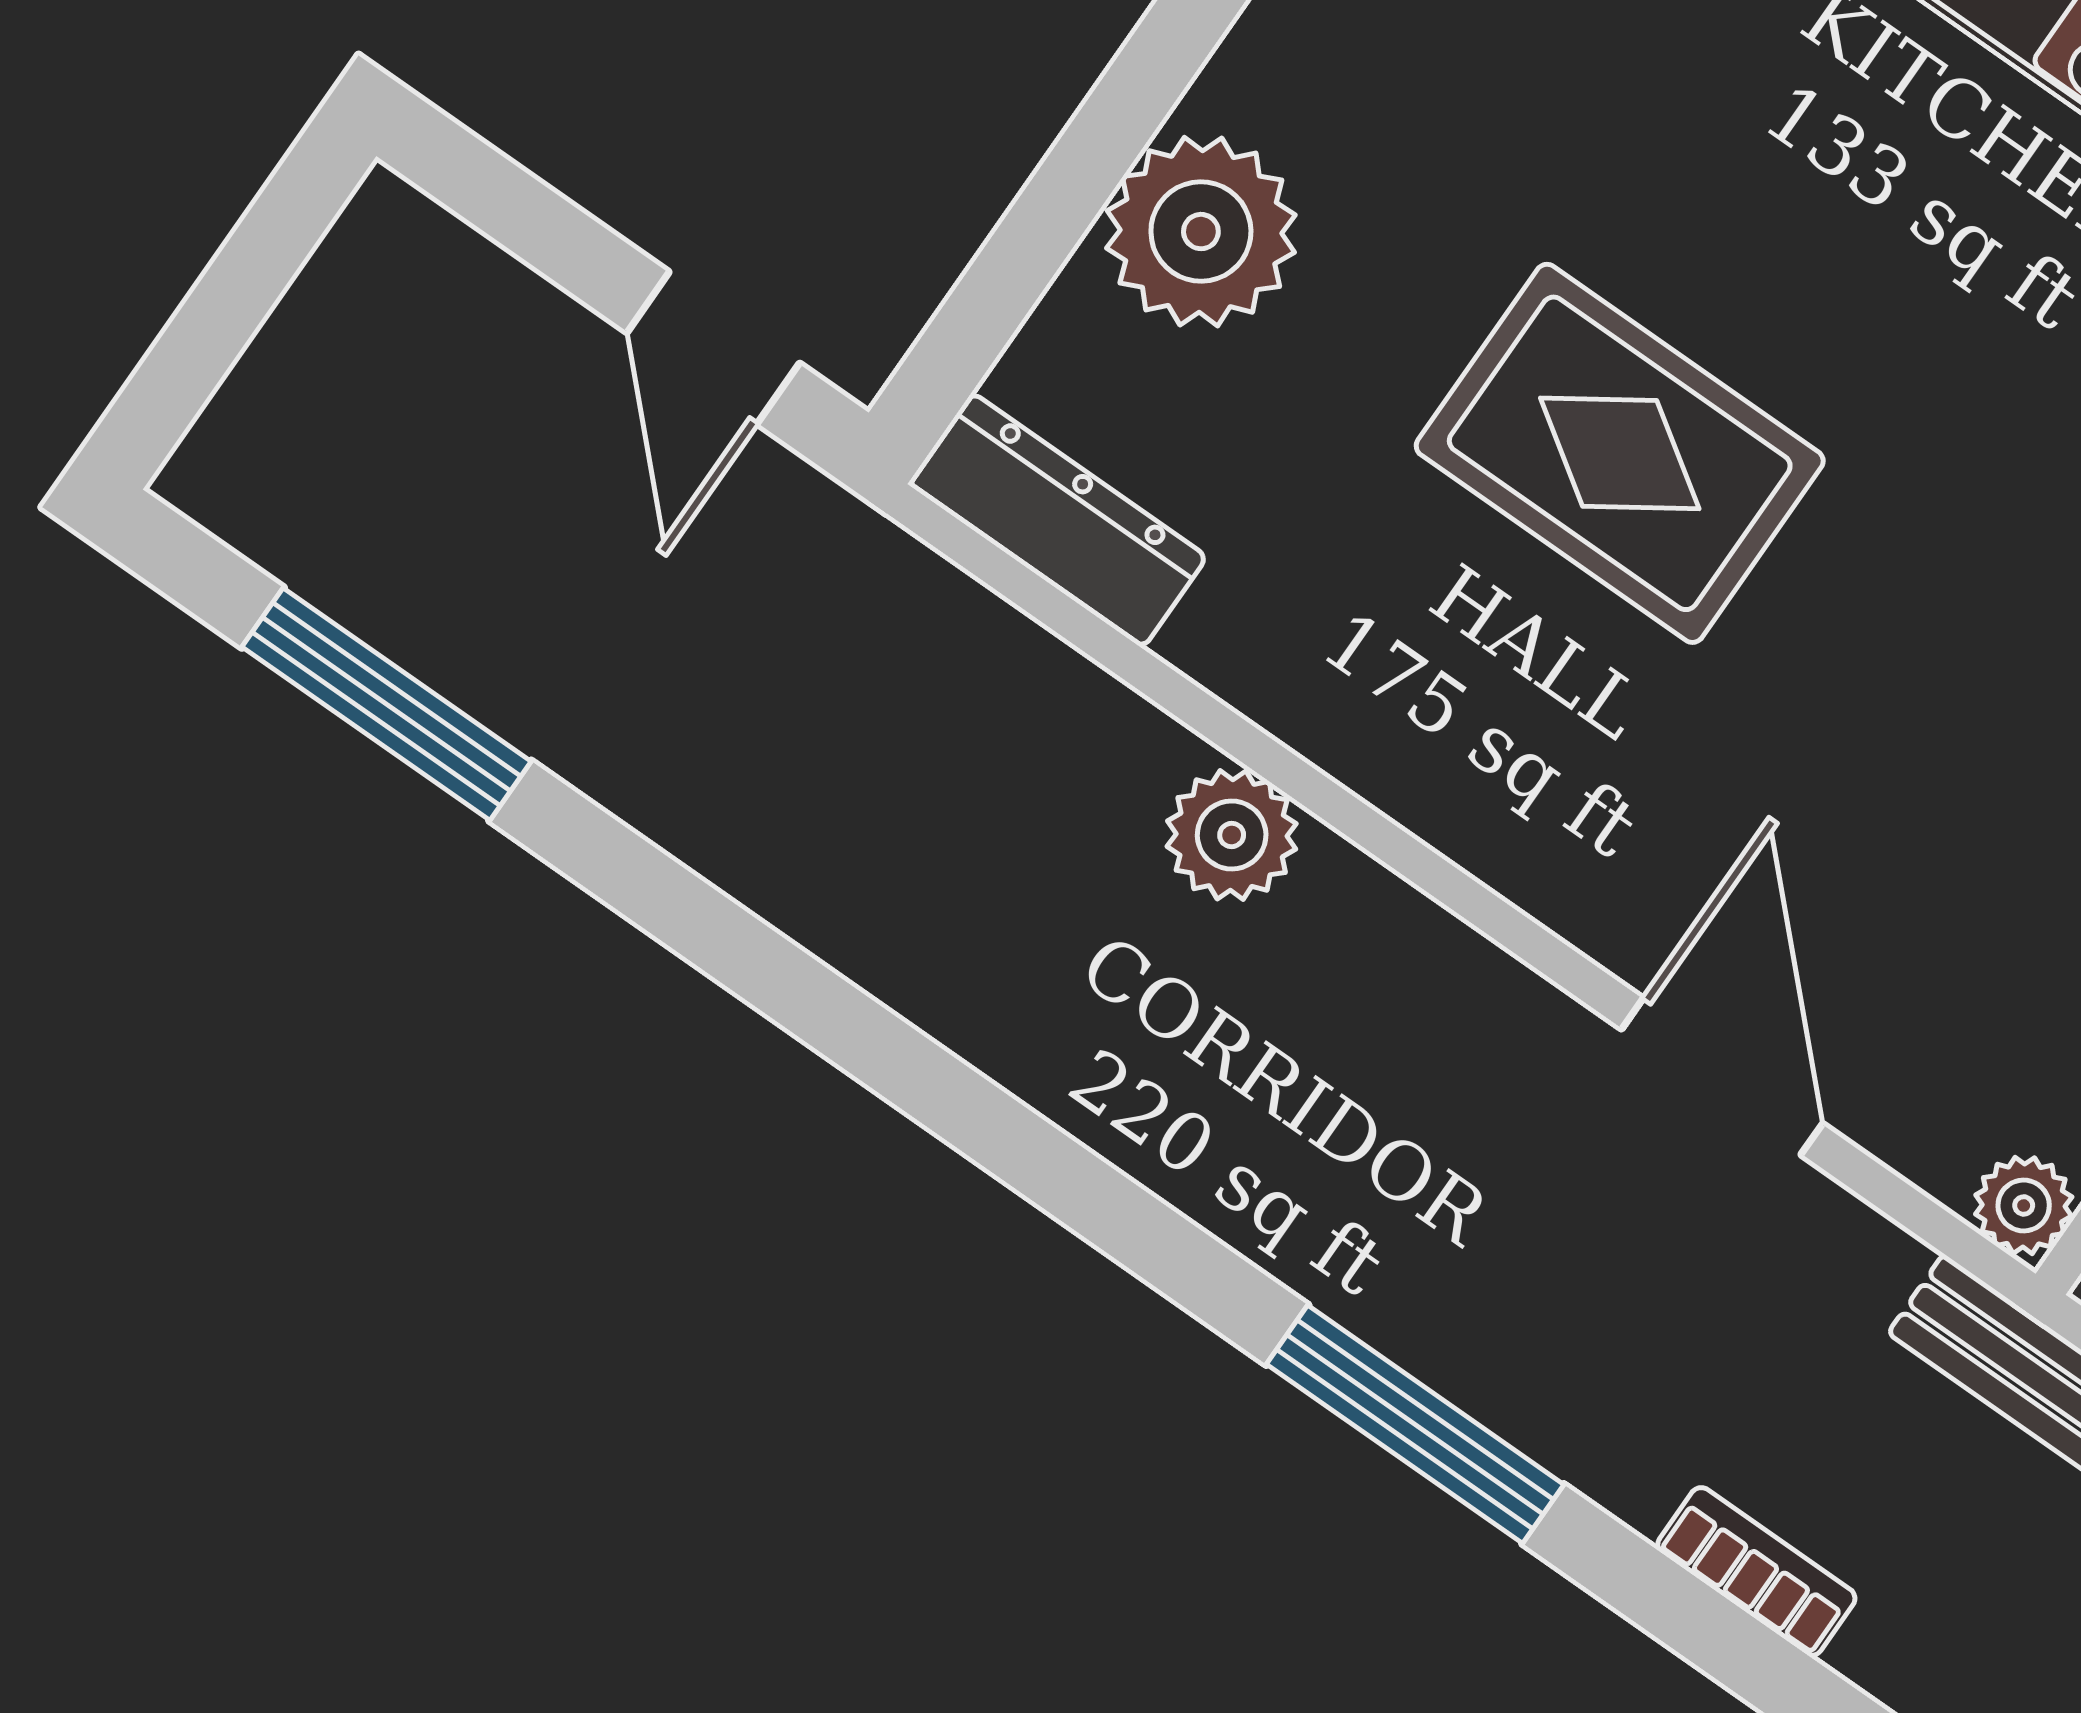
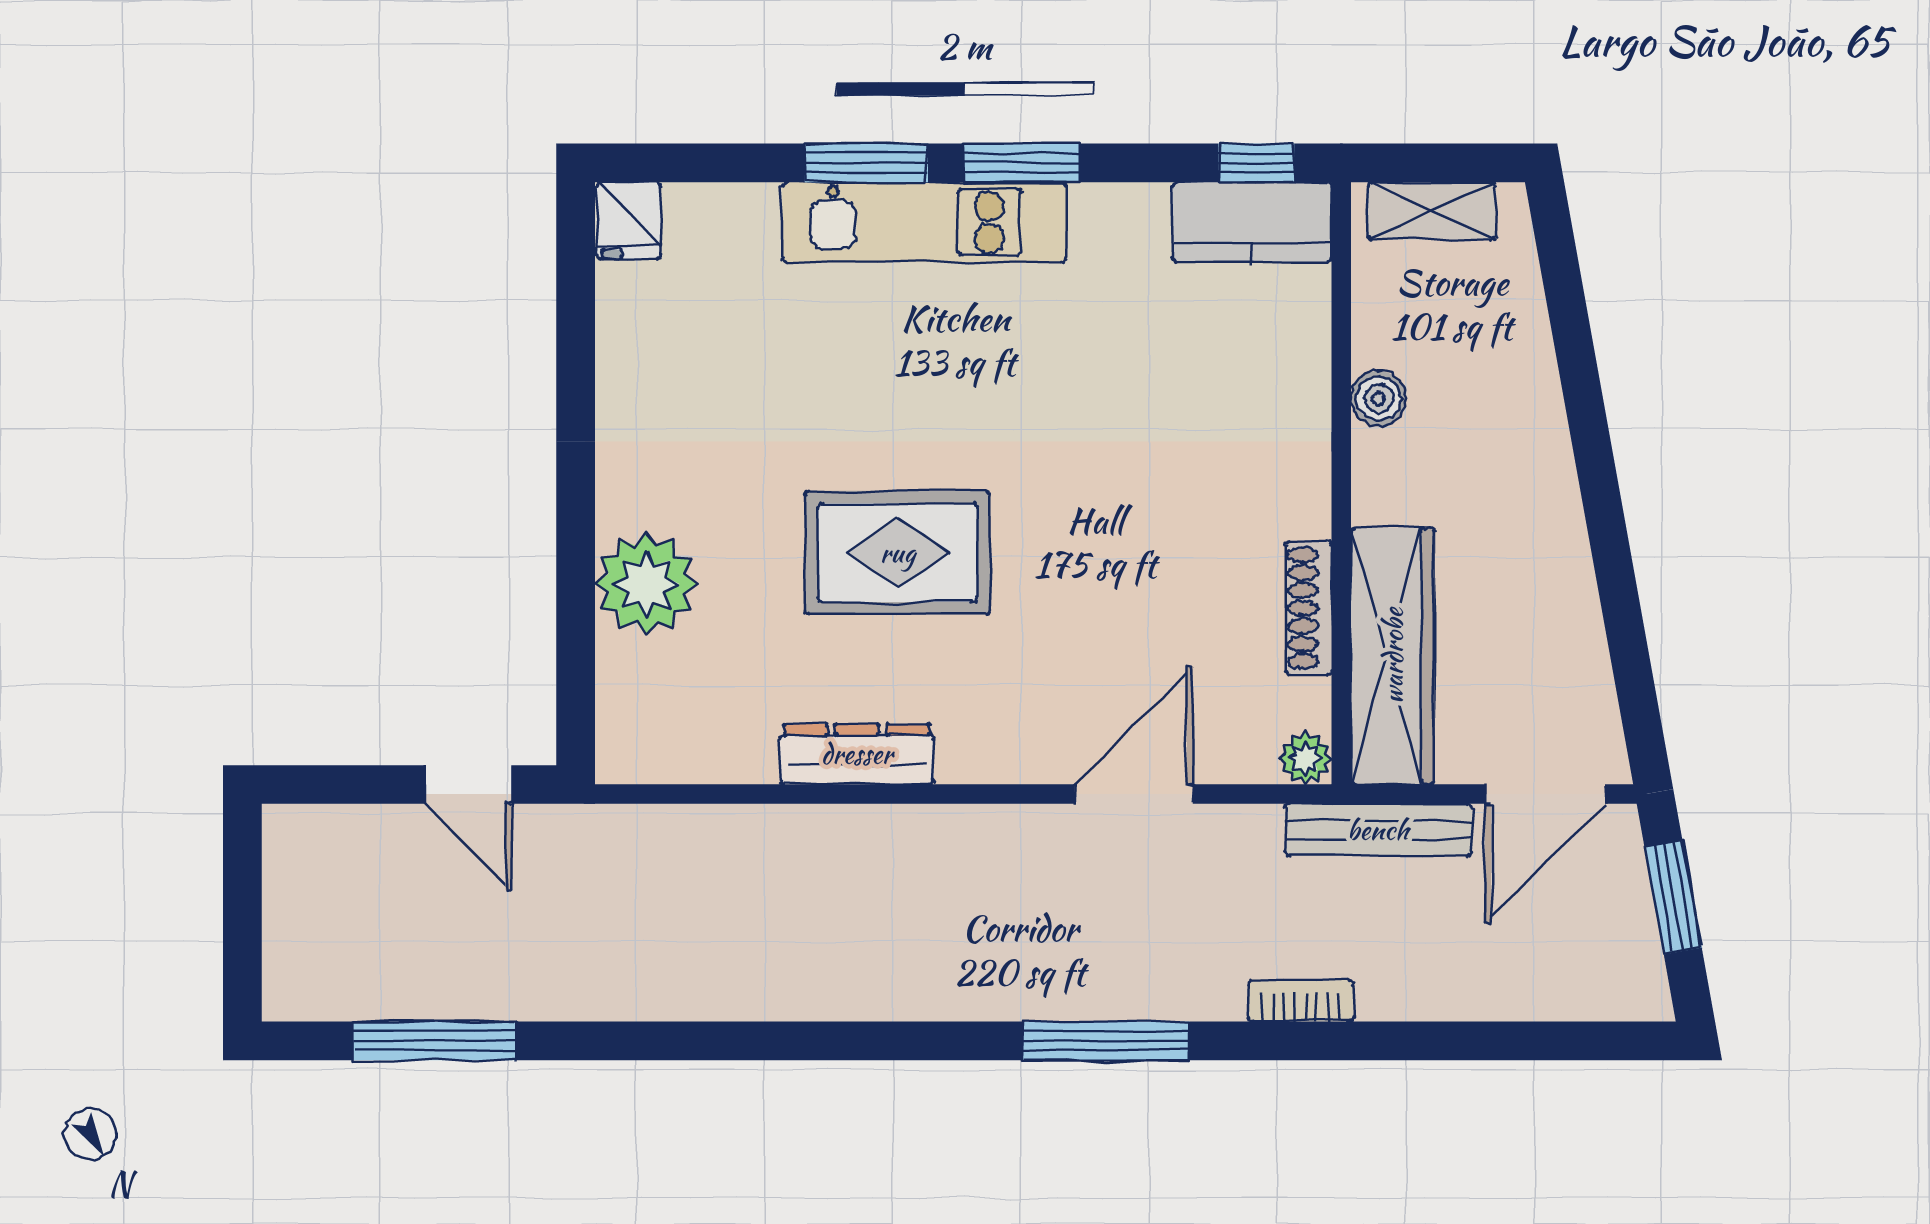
dresser: (1057, 520) -> (857, 754), moved
plant: (1232, 835) -> (845, 839), removed
door: (1722, 1076) -> (1134, 794), hinge flipped

